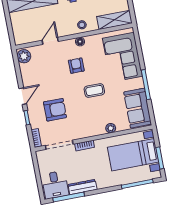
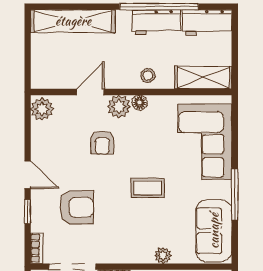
plant: (68, 46) -> (119, 107), added
armchair: (76, 66) -> (102, 143), moved, turned 180
door: (23, 96) -> (28, 175), hinge flipped

